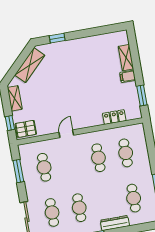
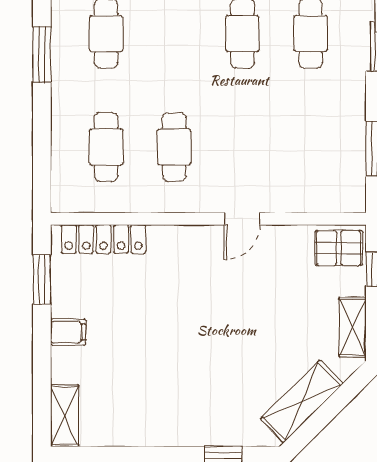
shelving: (126, 58) -> (65, 416), moved
locker: (114, 117) -> (104, 239), width x1.53
cafe table: (44, 167) -> (311, 147), removed

